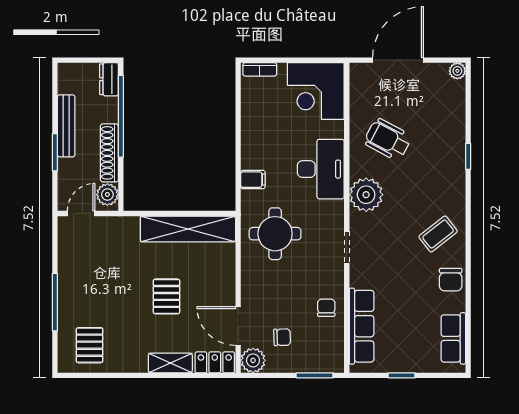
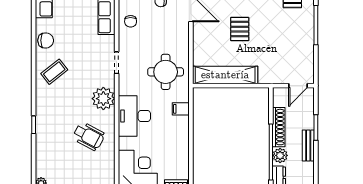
bench: (66, 126) -> (308, 146), width x0.73
plant: (107, 195) -> (280, 155), moved
chair: (451, 280) -> (46, 40), turned 90

